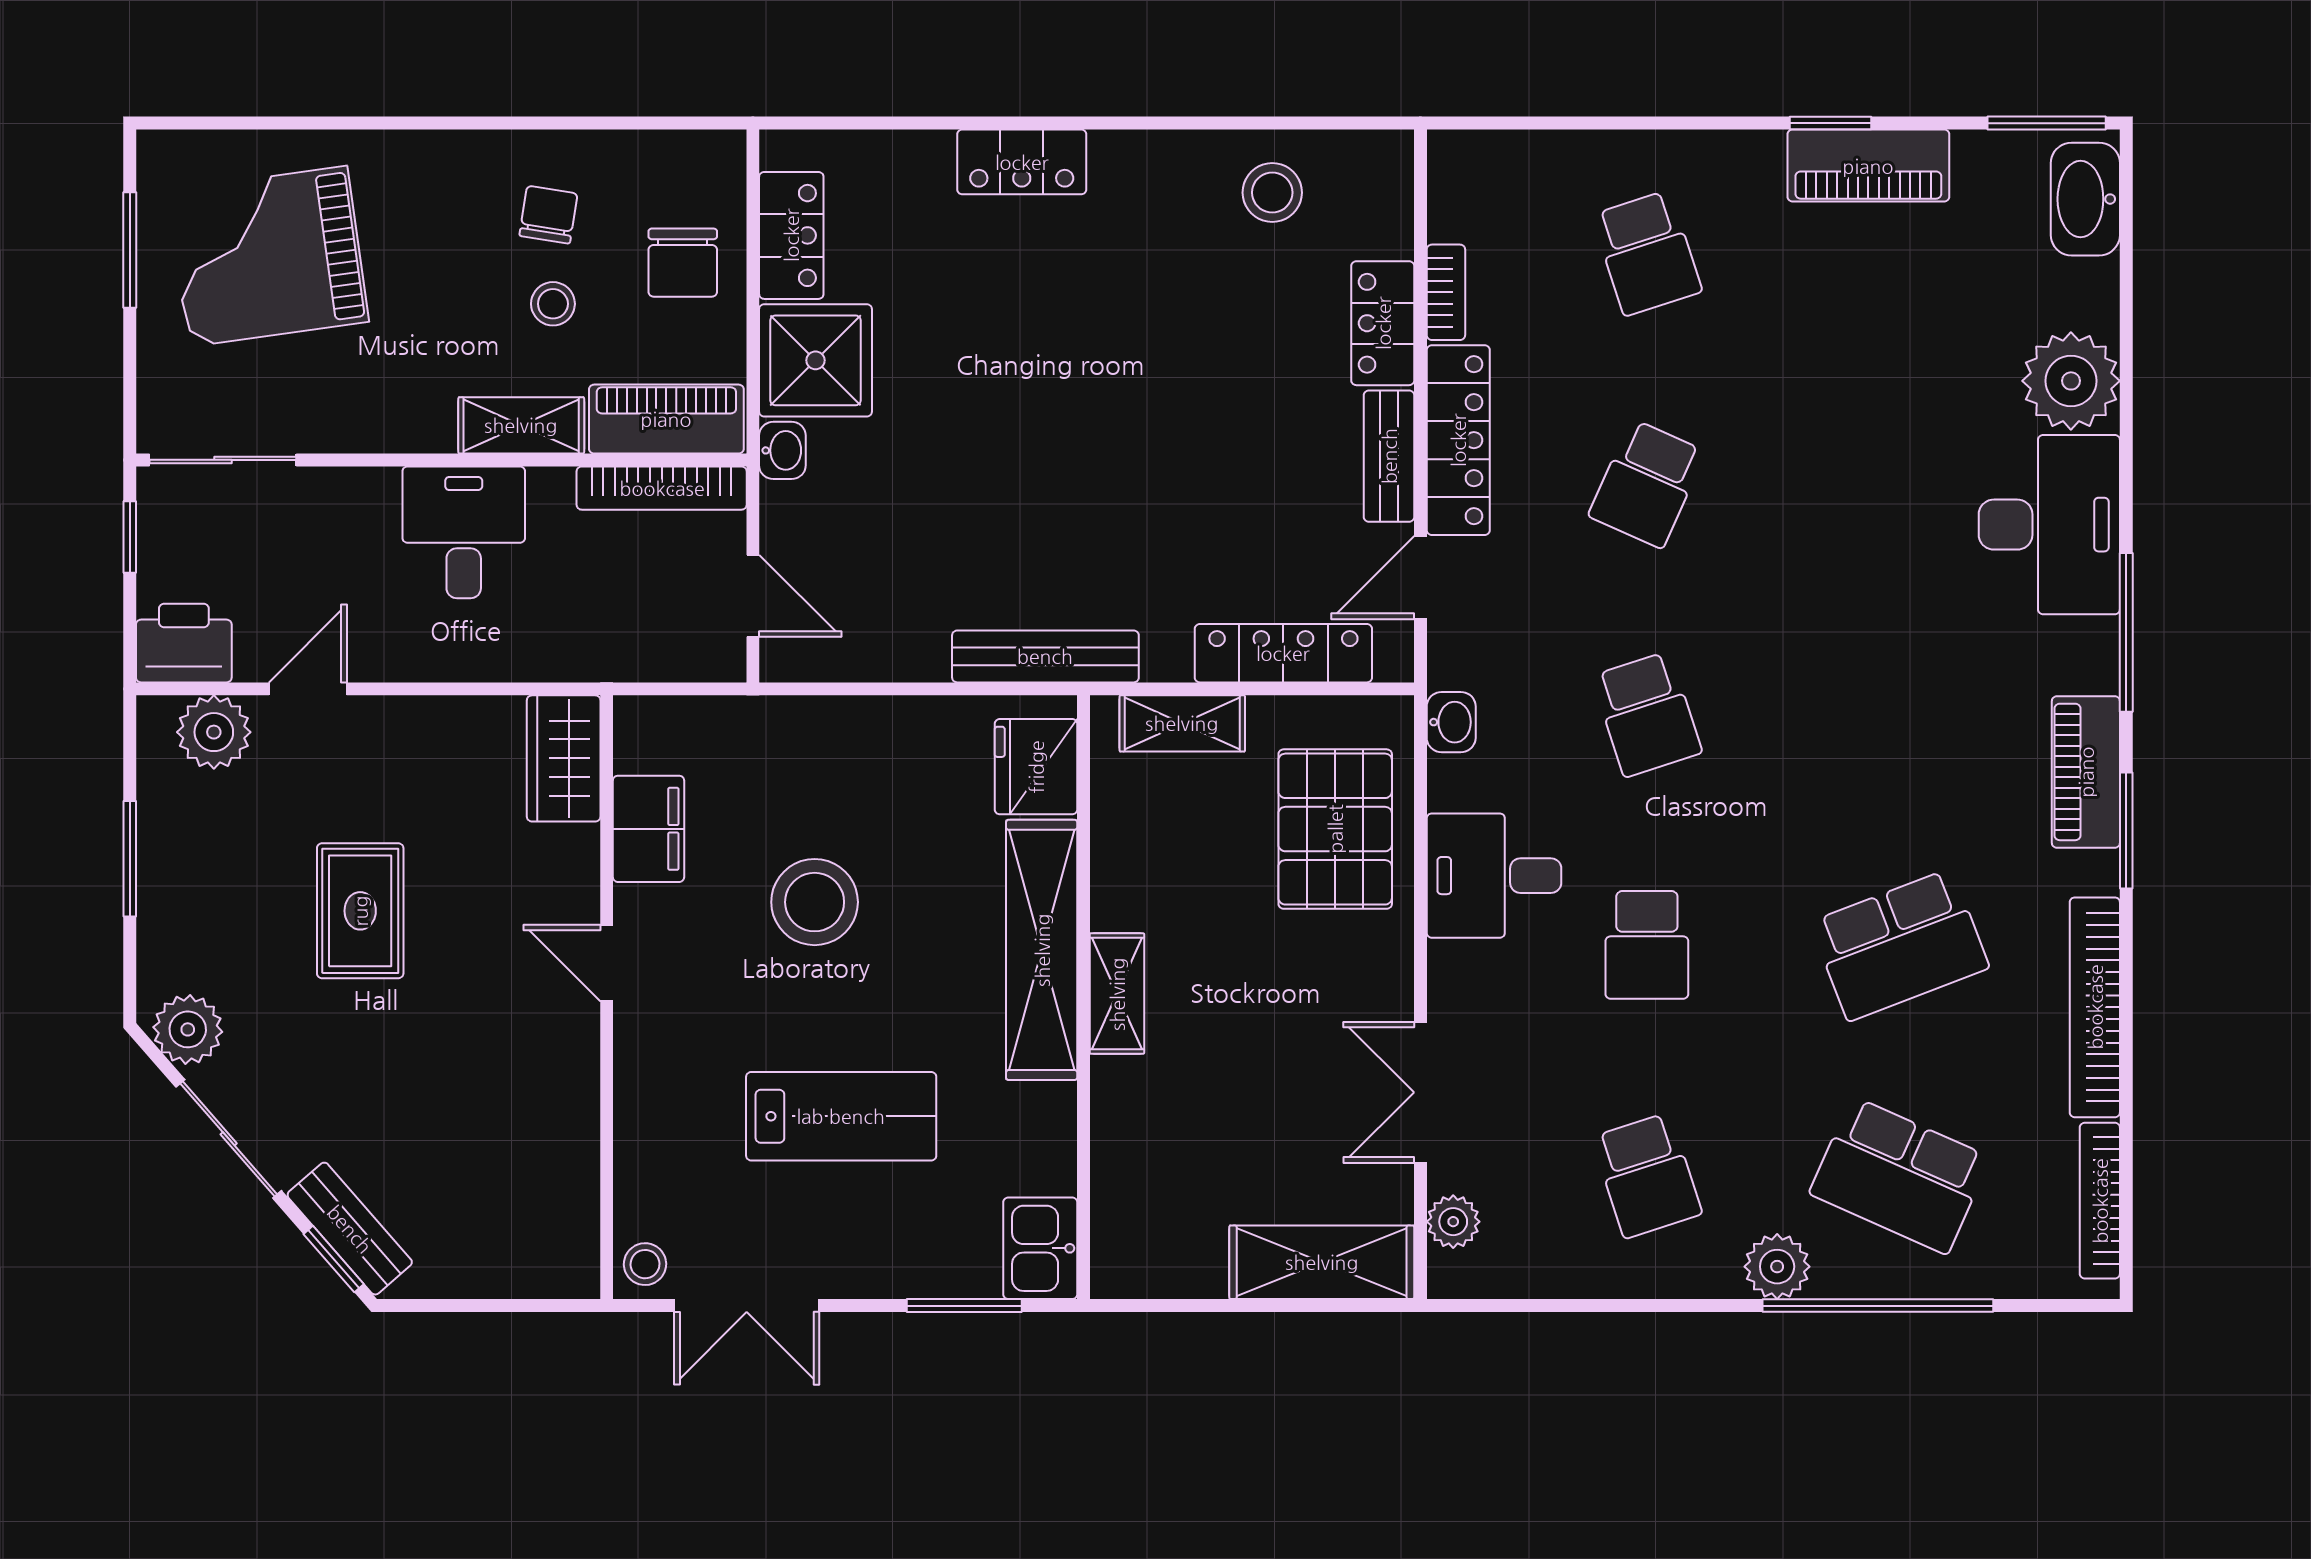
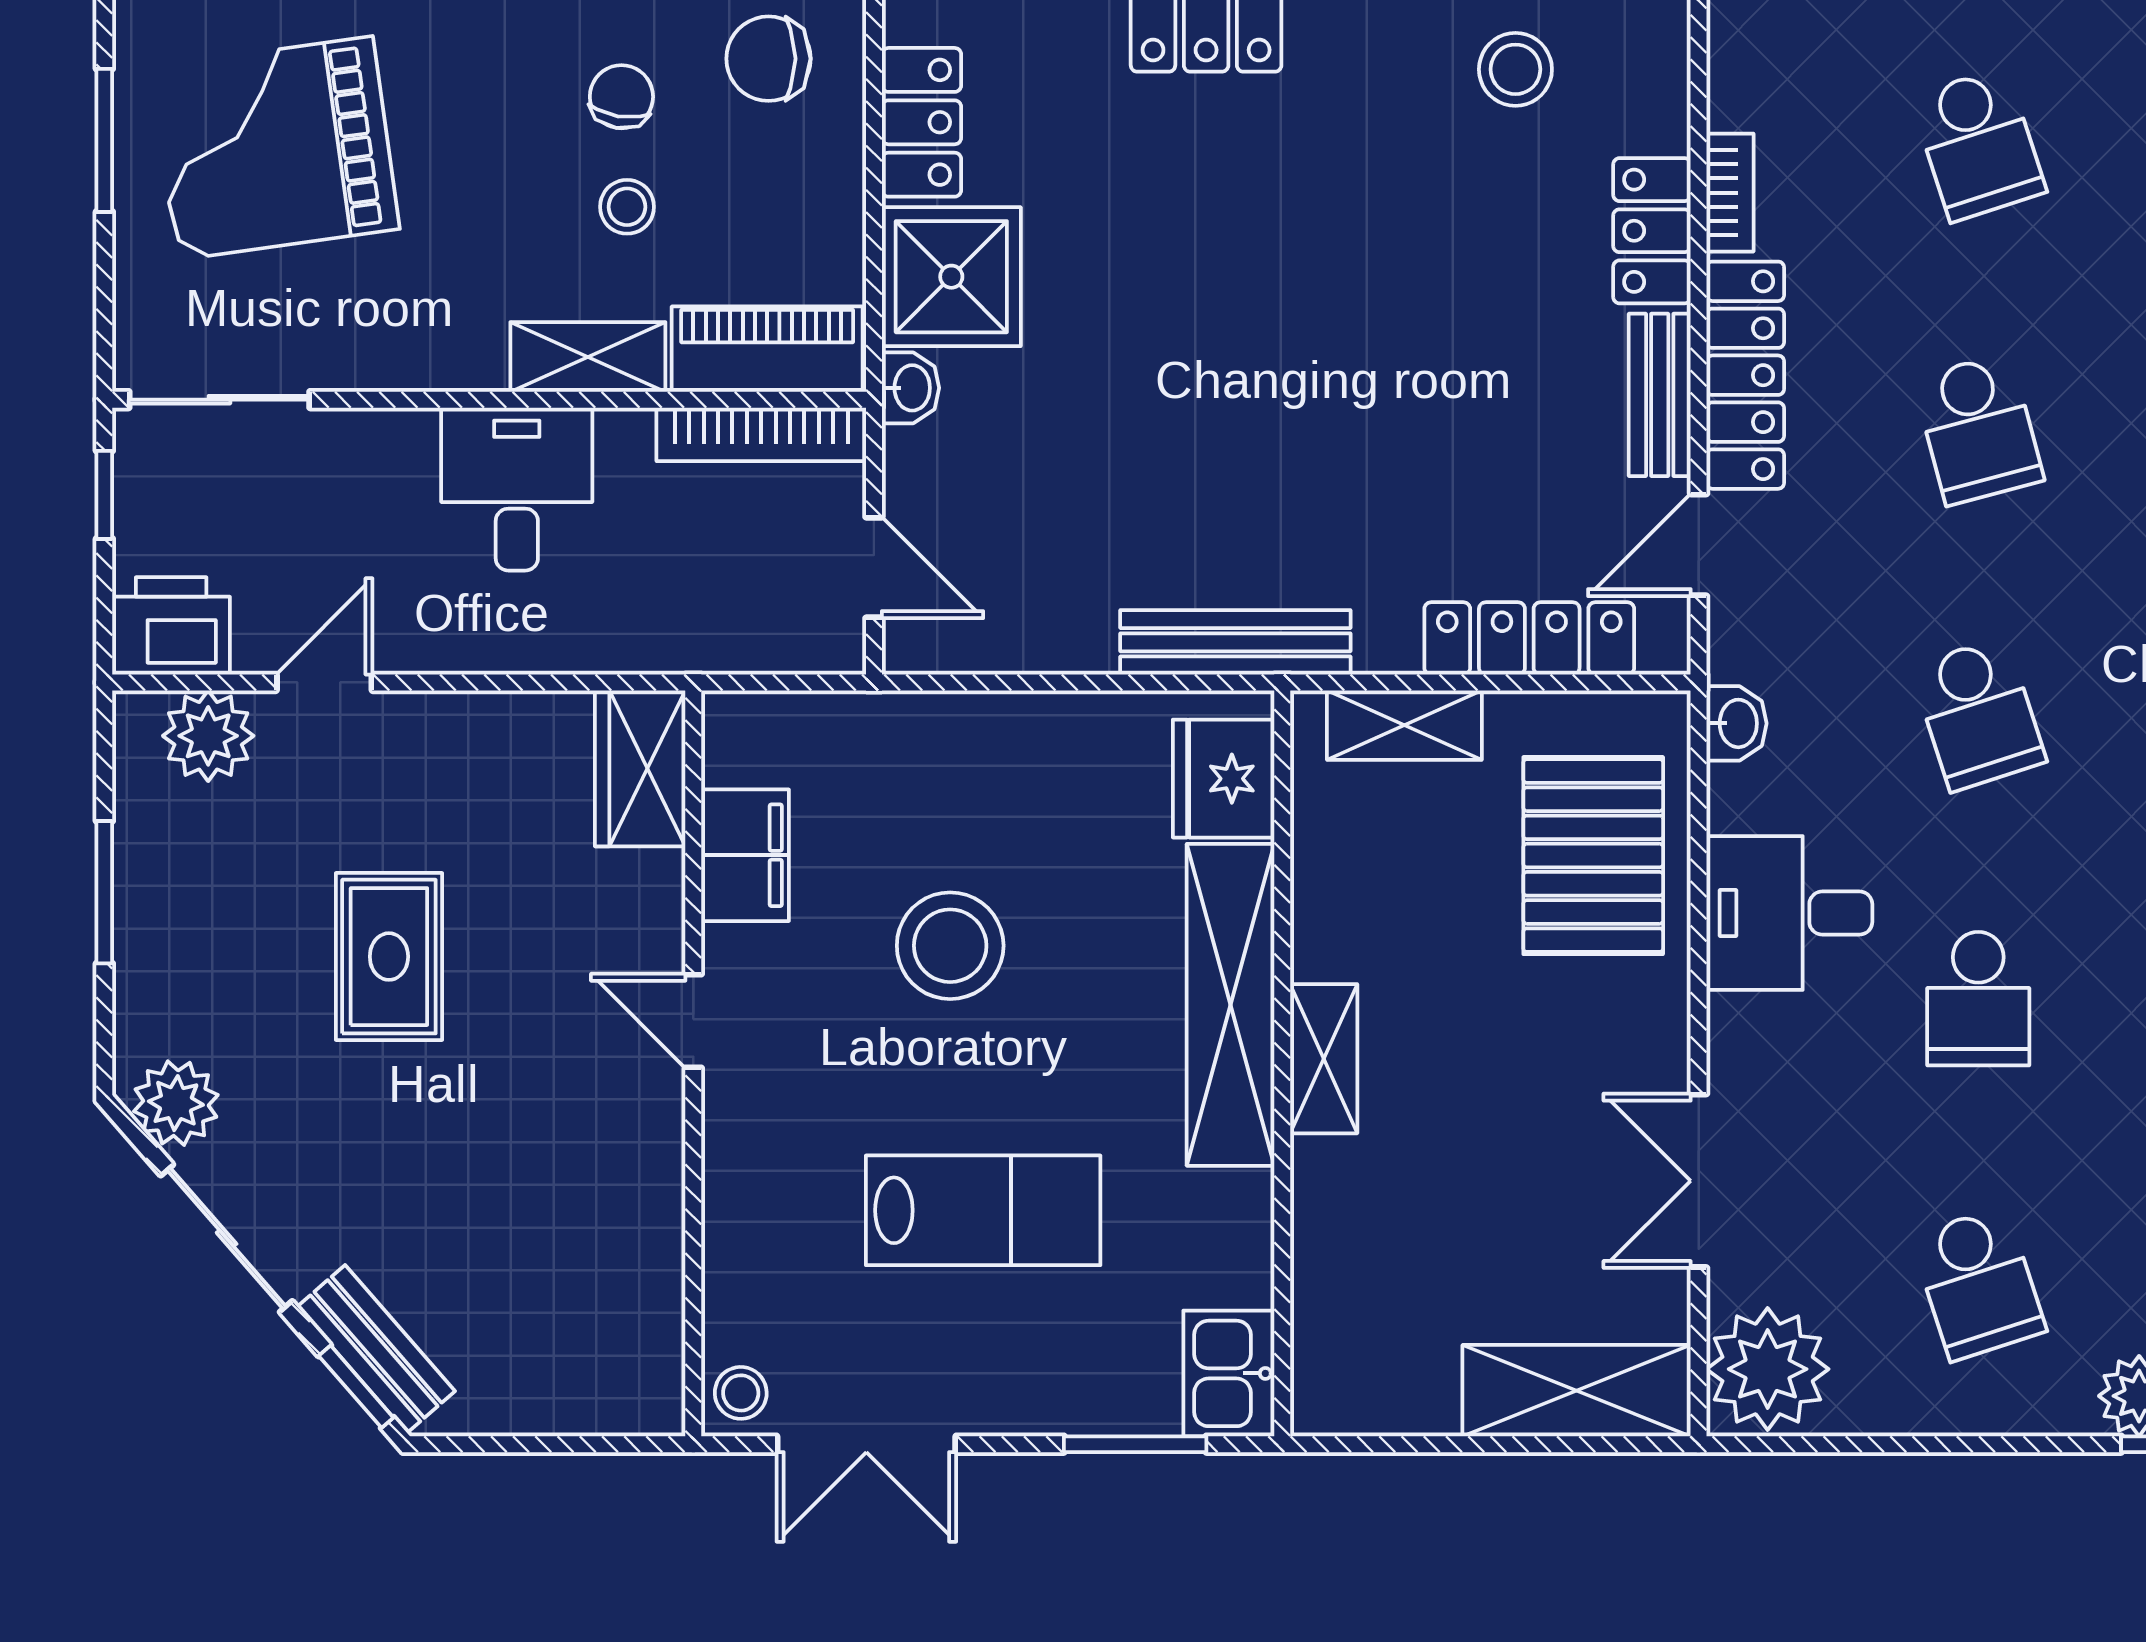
chair: (683, 263) -> (768, 59), moved, turned 90
school desk: (1647, 484) -> (1978, 429), turned -39
plant: (1453, 1222) -> (1768, 1369), width x1.87, depth x1.87

